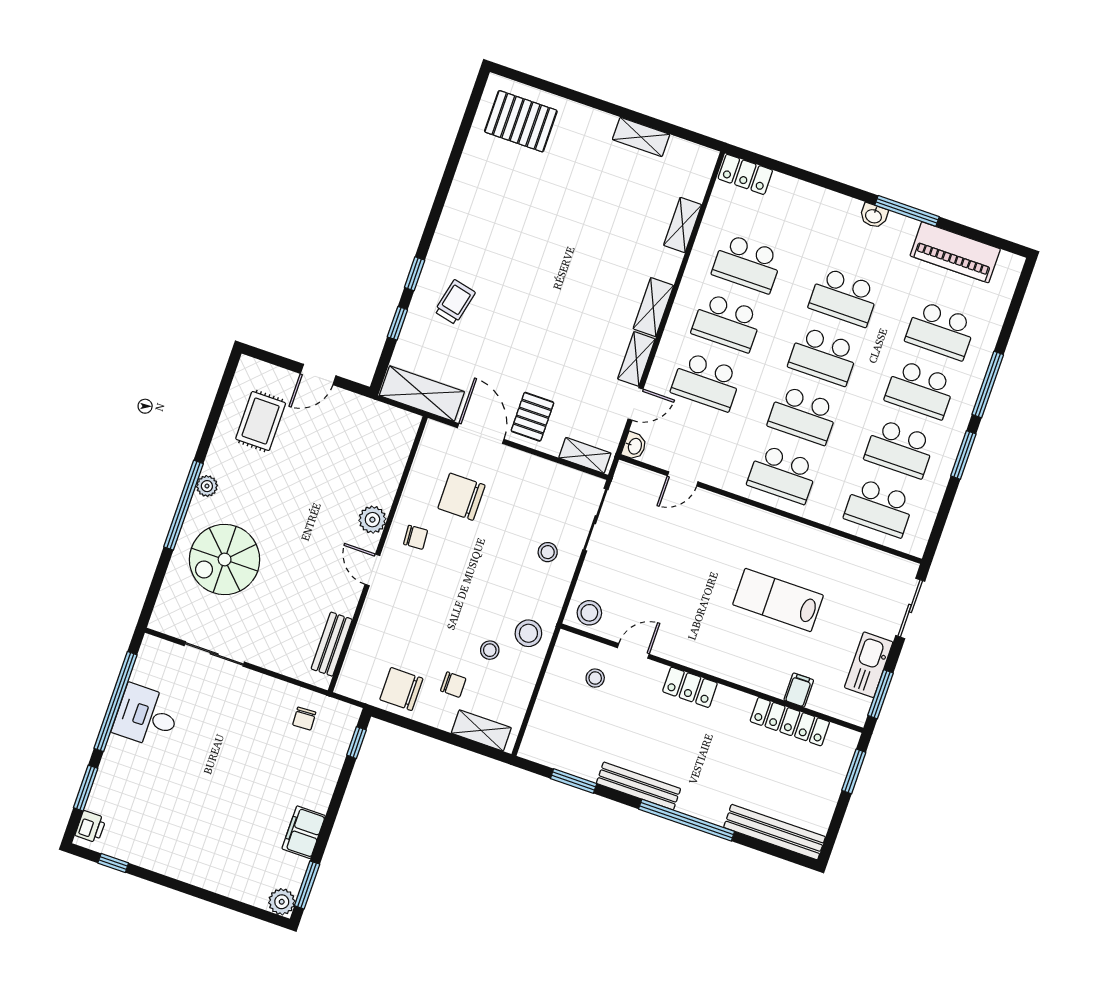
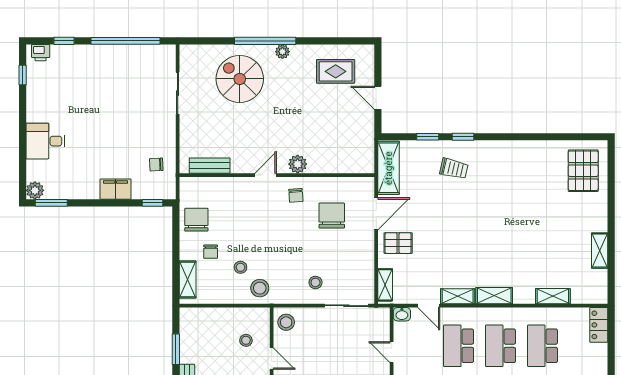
desk: (147, 716) -> (45, 141), moved, turned -90
window: (86, 788) -> (64, 41), width x0.67
filing cabinet: (304, 832) -> (116, 189), moved

